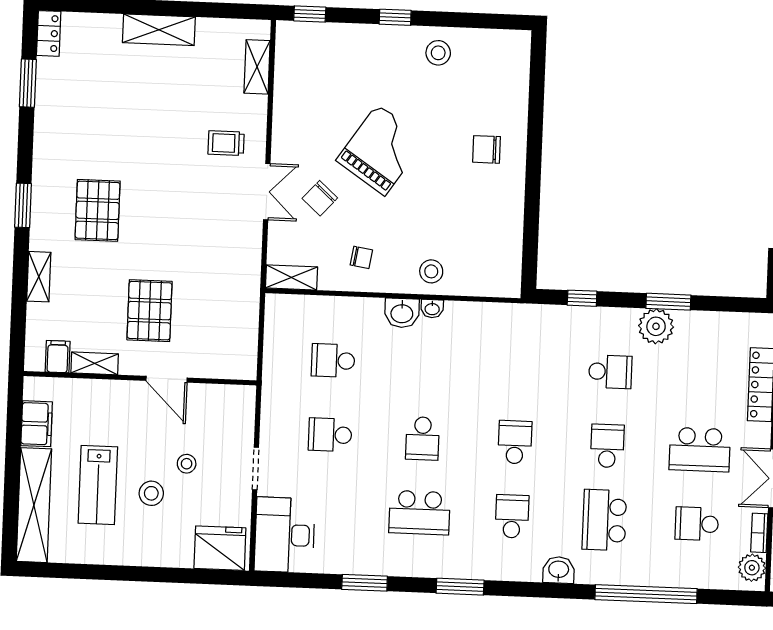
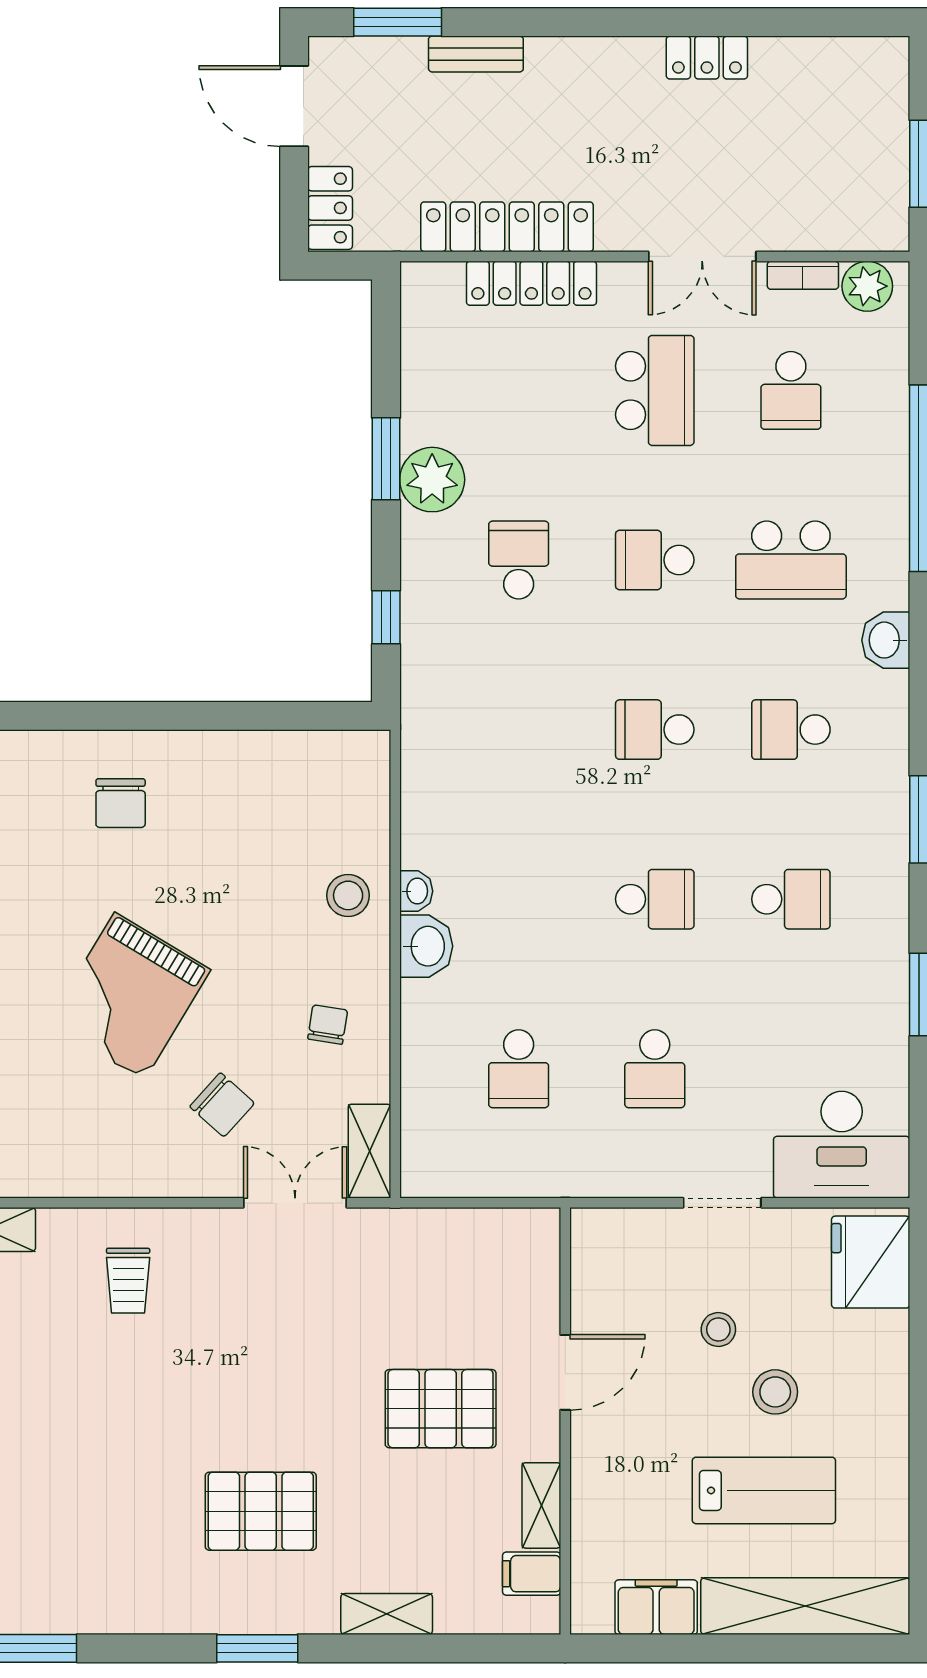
grand piano: (381, 150) -> (129, 996), turned -93
double door: (267, 192) -> (295, 1203), moved
school desk: (420, 513) -> (791, 899), width x0.54

